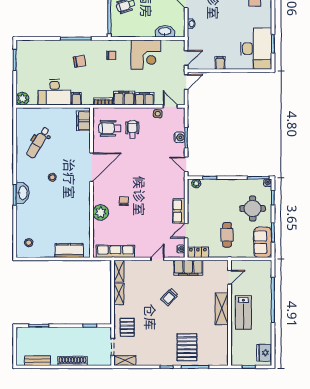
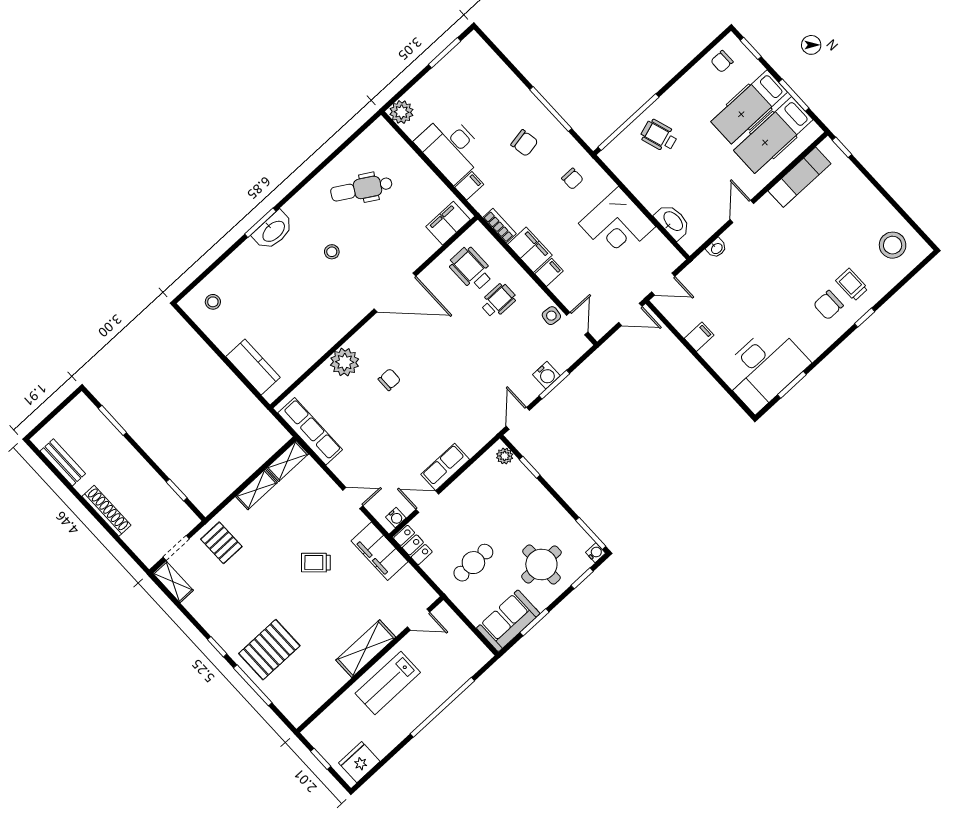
filing cabinet: (144, 99) -> (549, 272), width x0.50
pallet: (127, 327) -> (221, 543), turned 90

